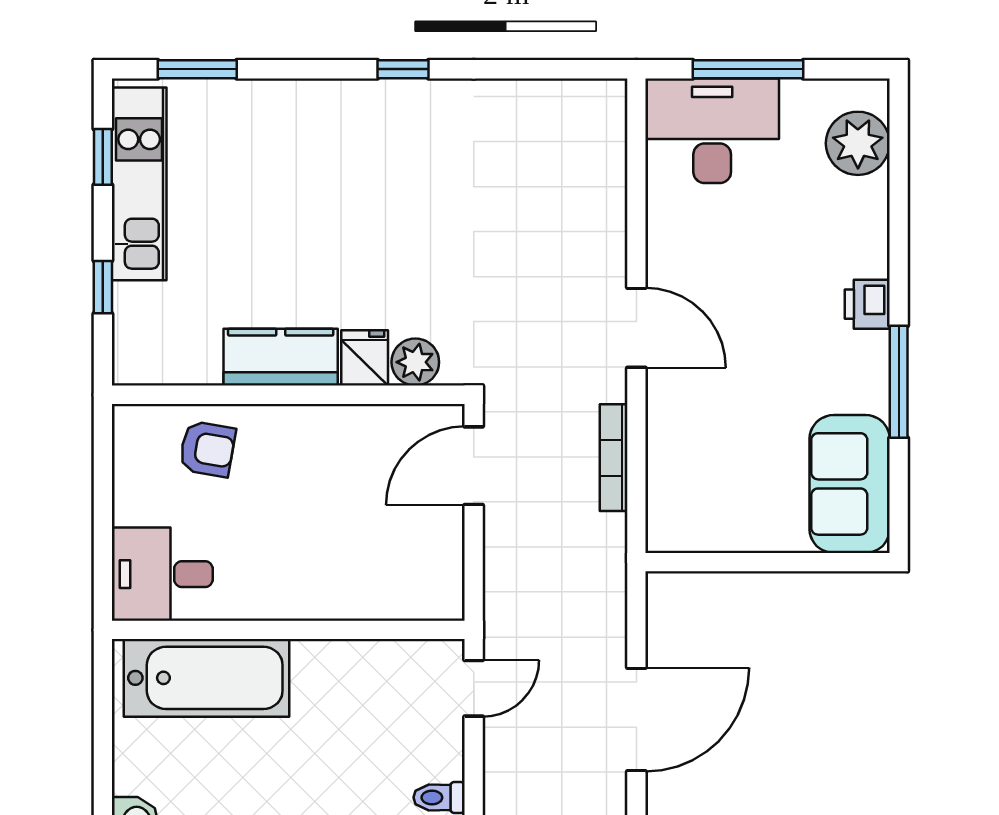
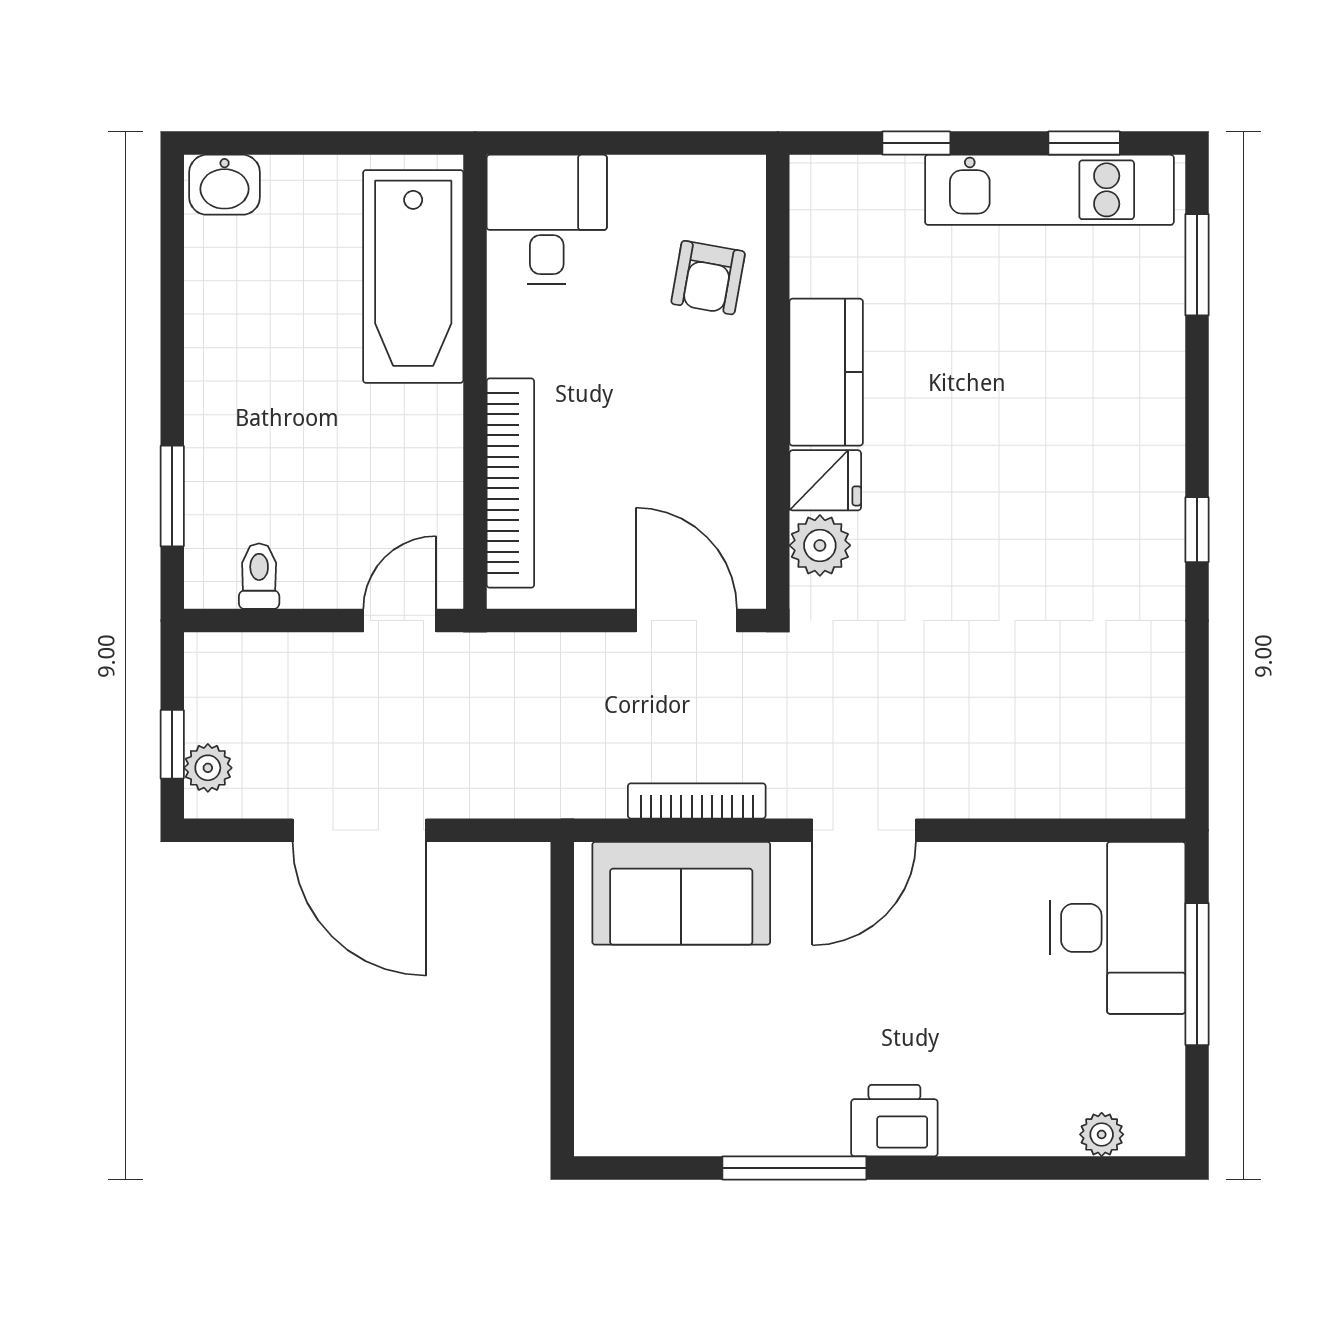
plant: (858, 143) -> (1102, 1134), width x0.53, depth x0.53
printer: (867, 304) -> (894, 1121), width x1.36, depth x1.24
sofa: (850, 484) -> (681, 893), moved, turned 180
bookcase: (367, 602) -> (510, 483), added
door: (474, 688) -> (400, 621), swing flipped

